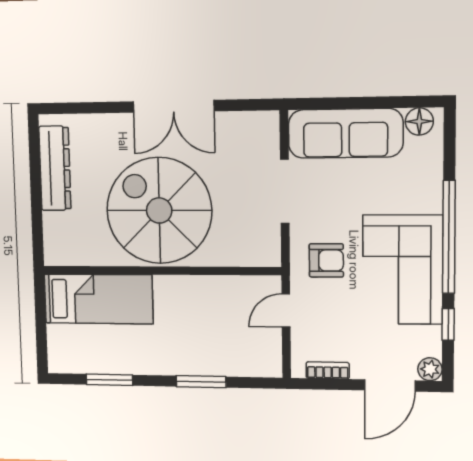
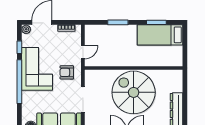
spiral stairs: (159, 211) -> (134, 92), turned 180
bed: (98, 299) -> (160, 35), moved

